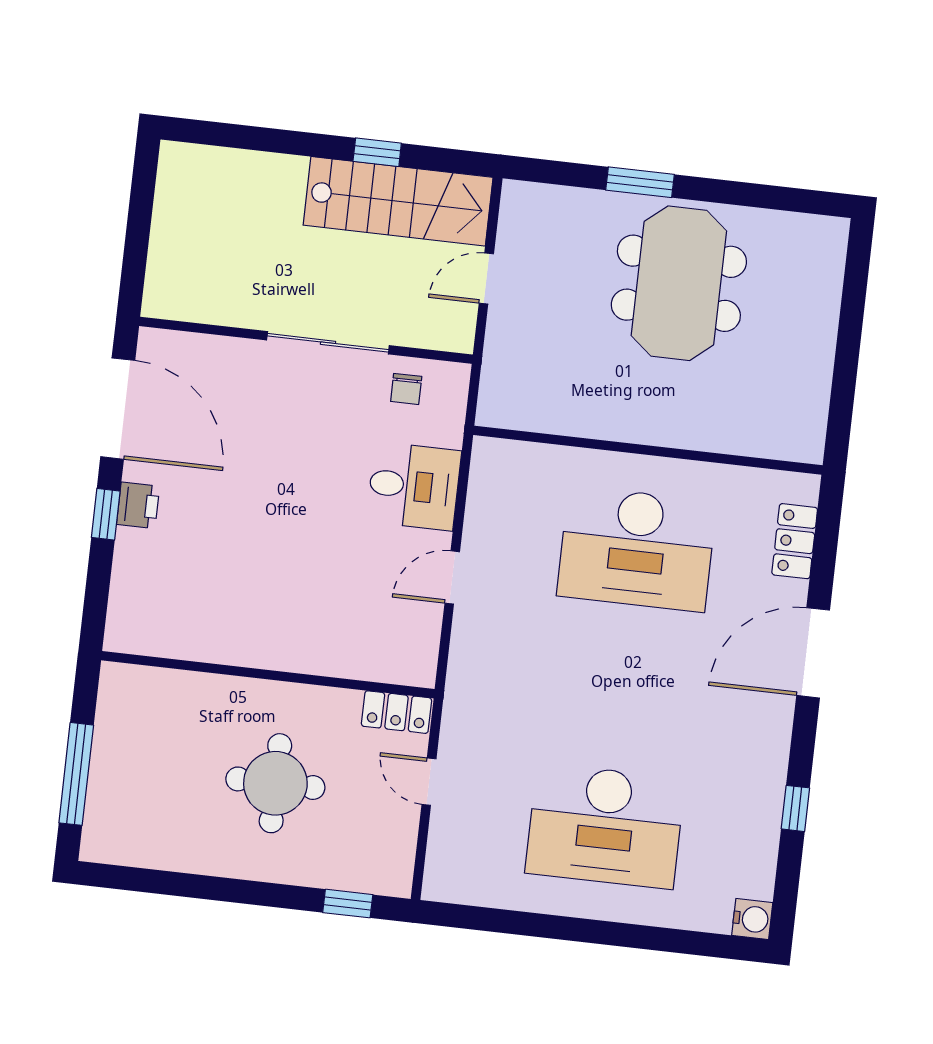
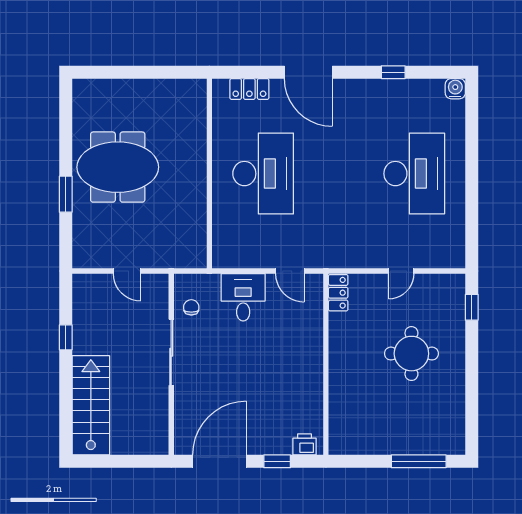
stairs: (398, 201) -> (91, 405), moved
chair: (406, 389) -> (191, 307), turned -90
printer: (138, 505) -> (305, 444), moved
wall: (268, 675) -> (326, 364), moved
locker: (396, 712) -> (338, 293), moved

